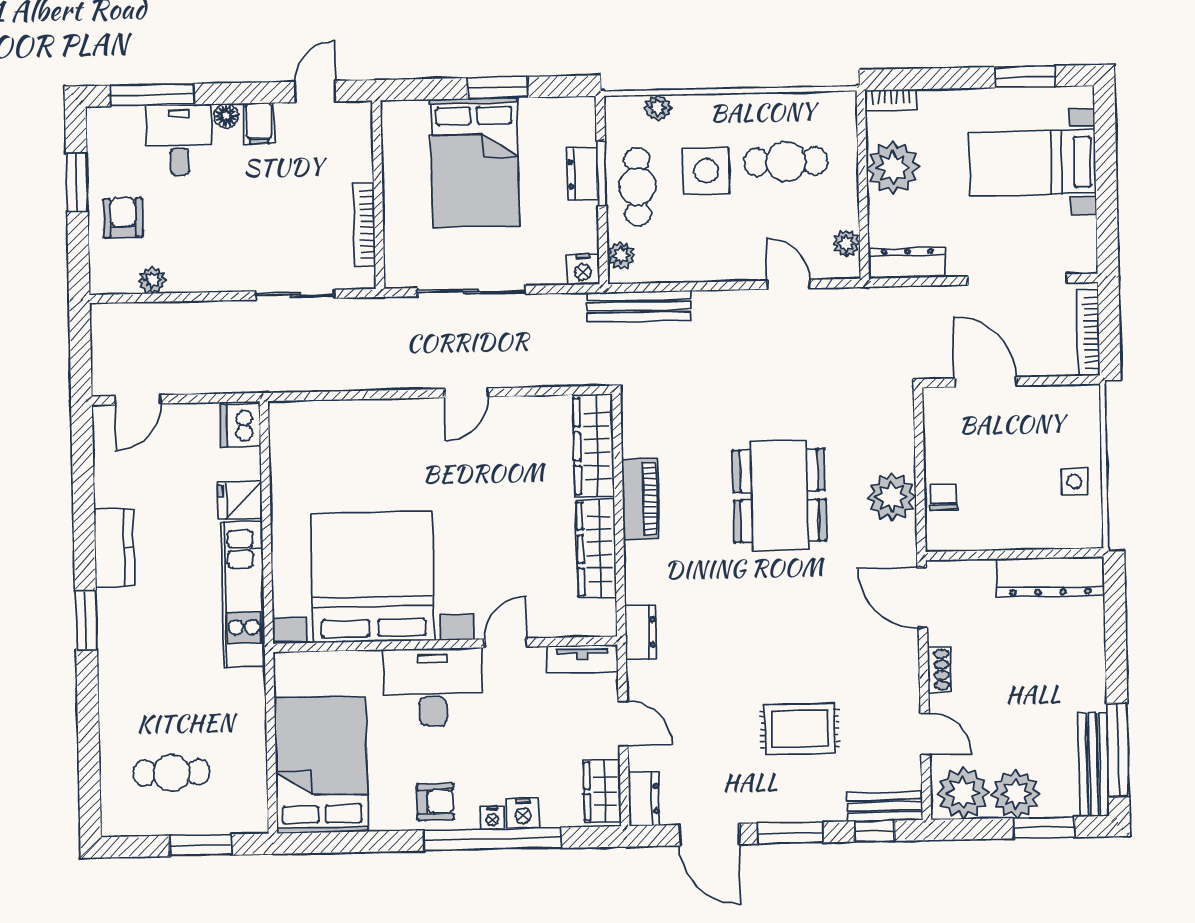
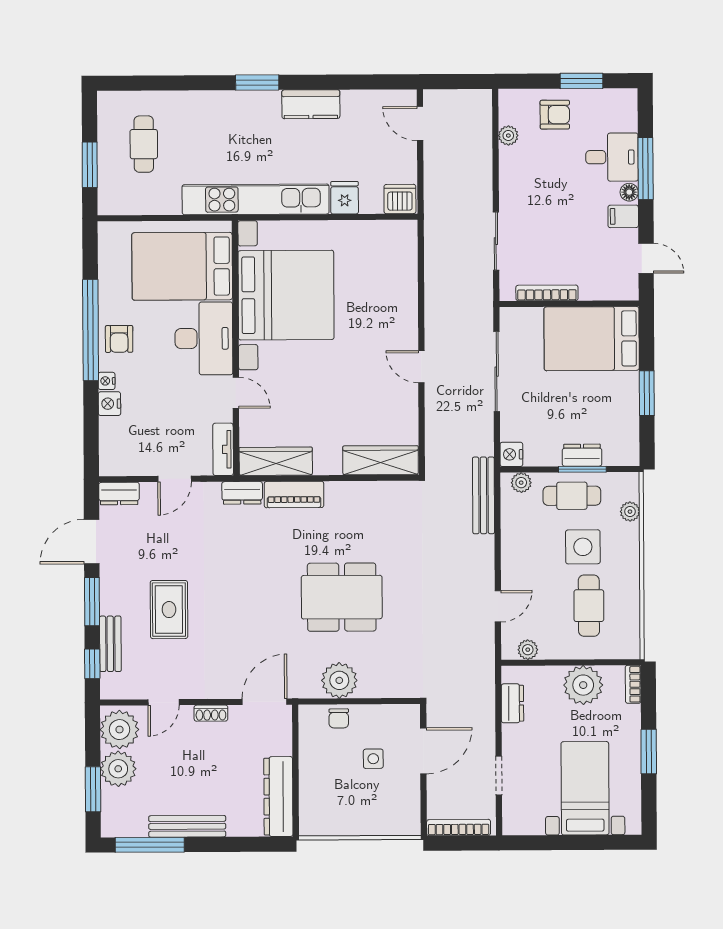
window: (1025, 77) -> (649, 752), moved
window: (152, 95) -> (646, 168), moved
bed: (475, 162) -> (592, 339), moved
dresser: (908, 263) -> (512, 703), width x0.70
doorway: (1017, 280) -> (499, 776), width x0.53
side table: (1074, 482) -> (373, 759), moved
chair: (943, 497) -> (339, 718), turned 90
piano: (640, 499) -> (294, 495), moved
wardrobe: (596, 549) -> (276, 461), moved
kitchen unit: (243, 594) -> (256, 199), width x1.36
bench: (1094, 764) -> (187, 826), moved
bed: (321, 765) -> (182, 266), moved, turned 180
wardrobe: (602, 791) -> (125, 463), removed
bench: (885, 806) -> (110, 644), moved
window: (492, 839) -> (91, 330), moved

